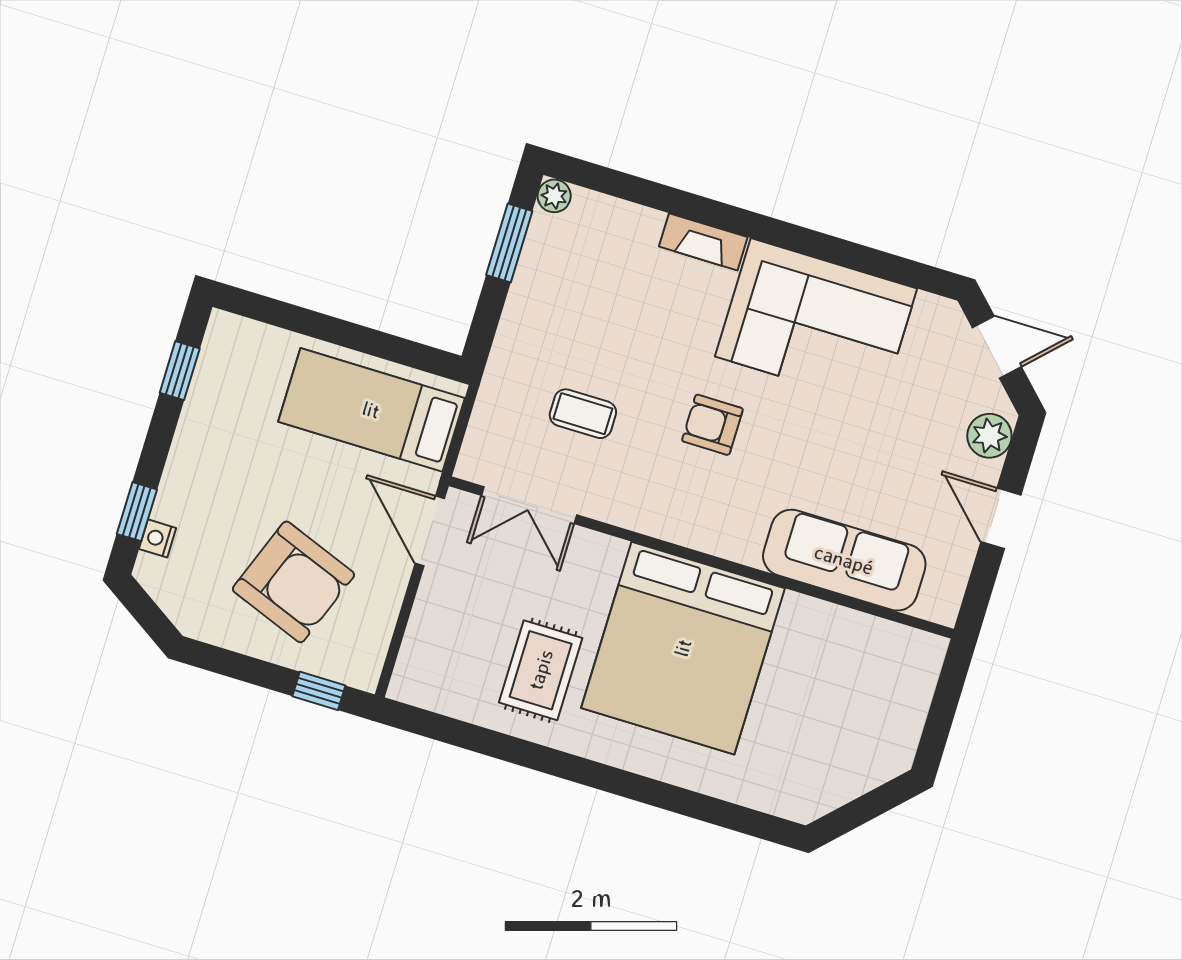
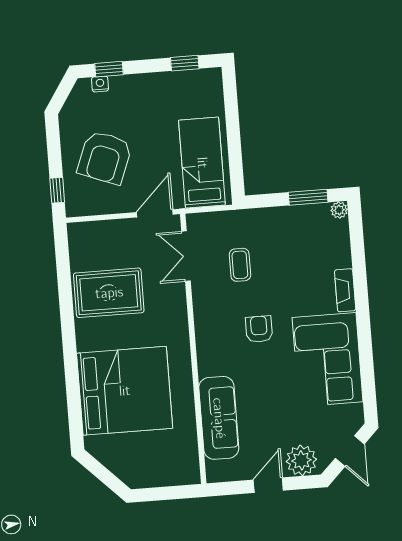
plant: (989, 436) -> (301, 460), width x1.36, depth x1.36
bed: (683, 648) -> (125, 391), moved, turned 180
rug: (541, 670) -> (109, 293), width x1.36, depth x1.43

